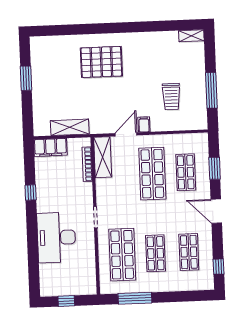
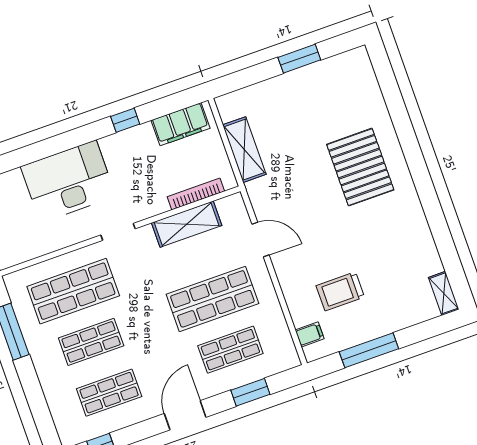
filing cabinet: (144, 124) -> (310, 334), moved
filing cabinet: (50, 147) -> (180, 124), moved, turned -90
shelving: (103, 157) -> (187, 224), moved

